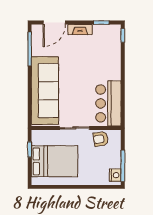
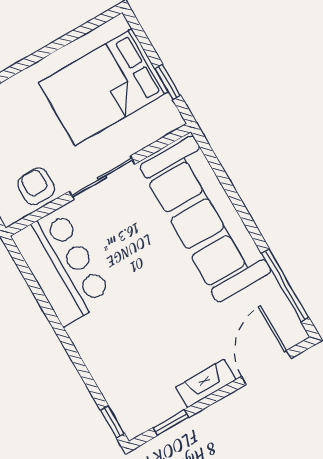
armchair: (101, 139) -> (36, 186), turned -81

